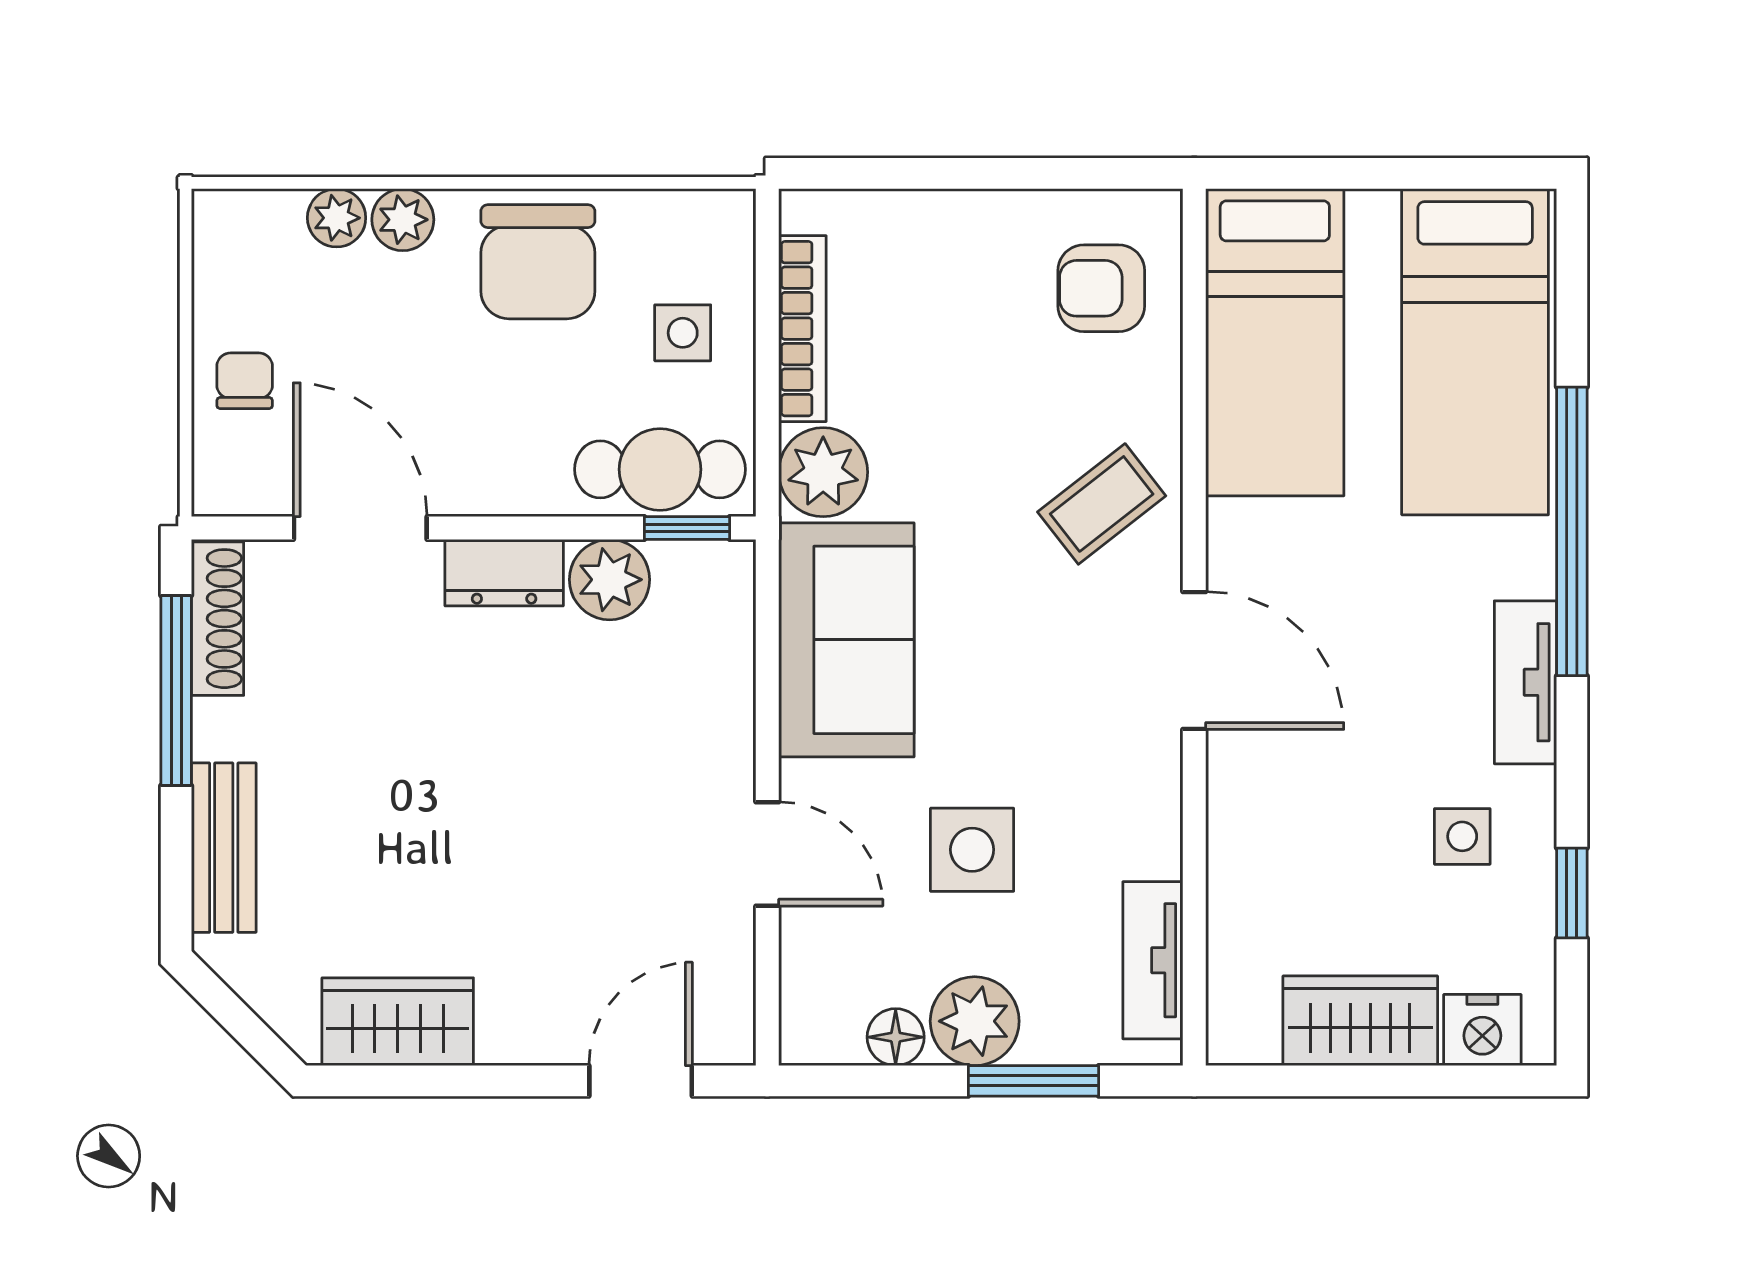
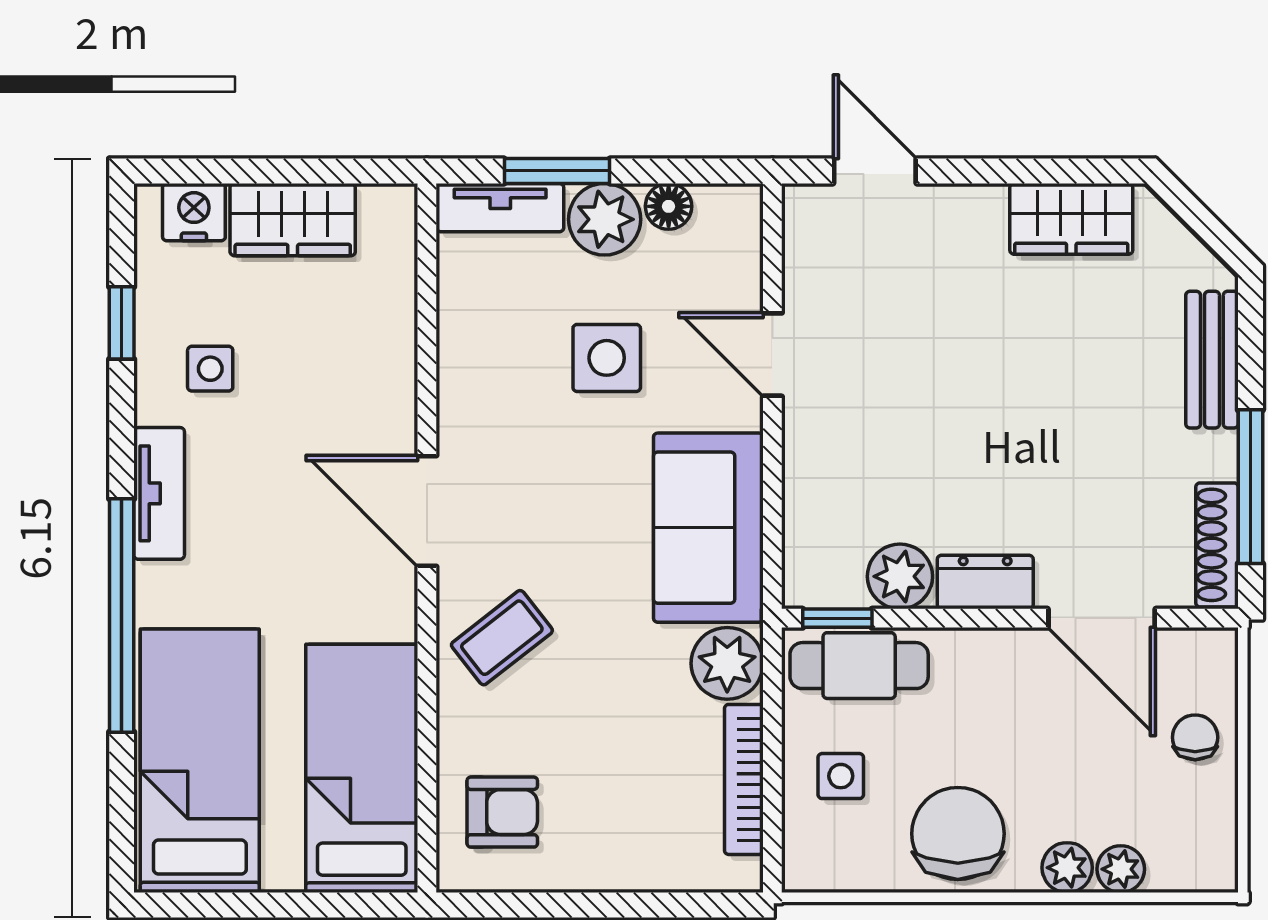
chair: (245, 381) -> (1195, 737), turned 180
tv unit: (1153, 960) -> (500, 208), moved, turned 90
door: (641, 1081) -> (875, 171), swing flipped

